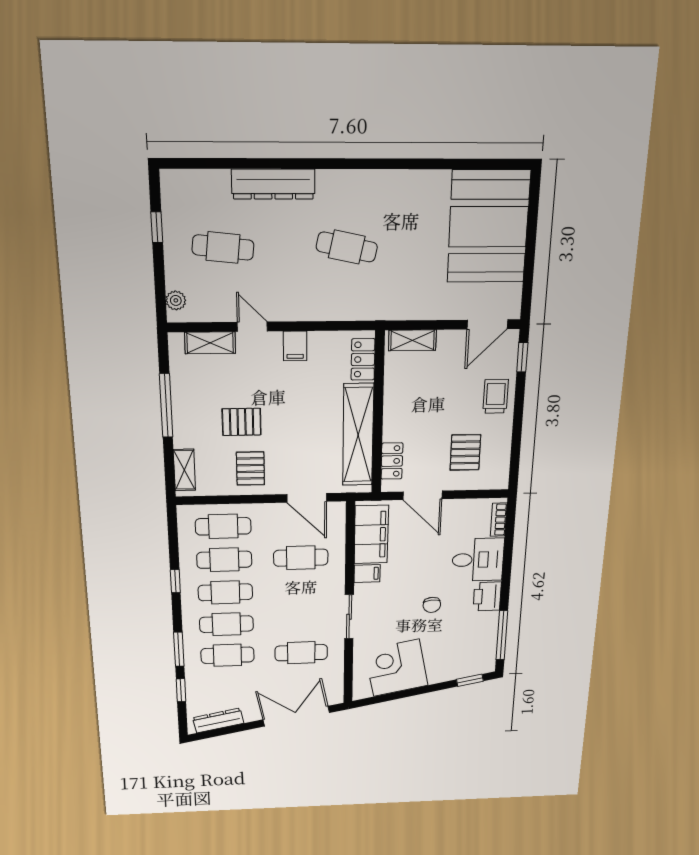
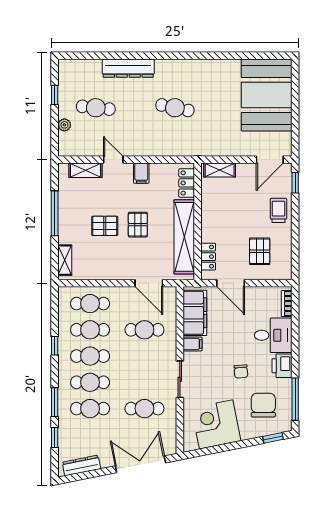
plant: (176, 300) -> (64, 125), moved
pallet: (250, 468) -> (138, 225), moved
chair: (460, 643) -> (263, 405), added

